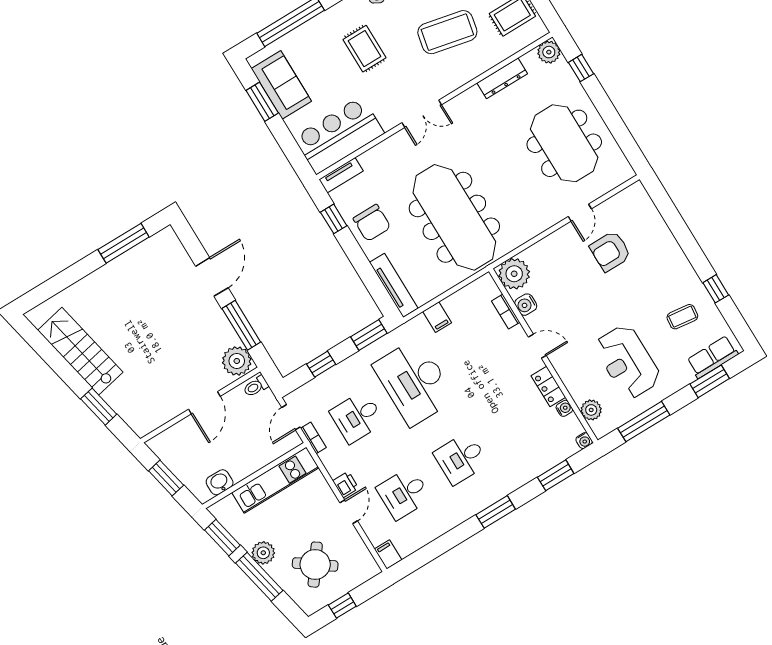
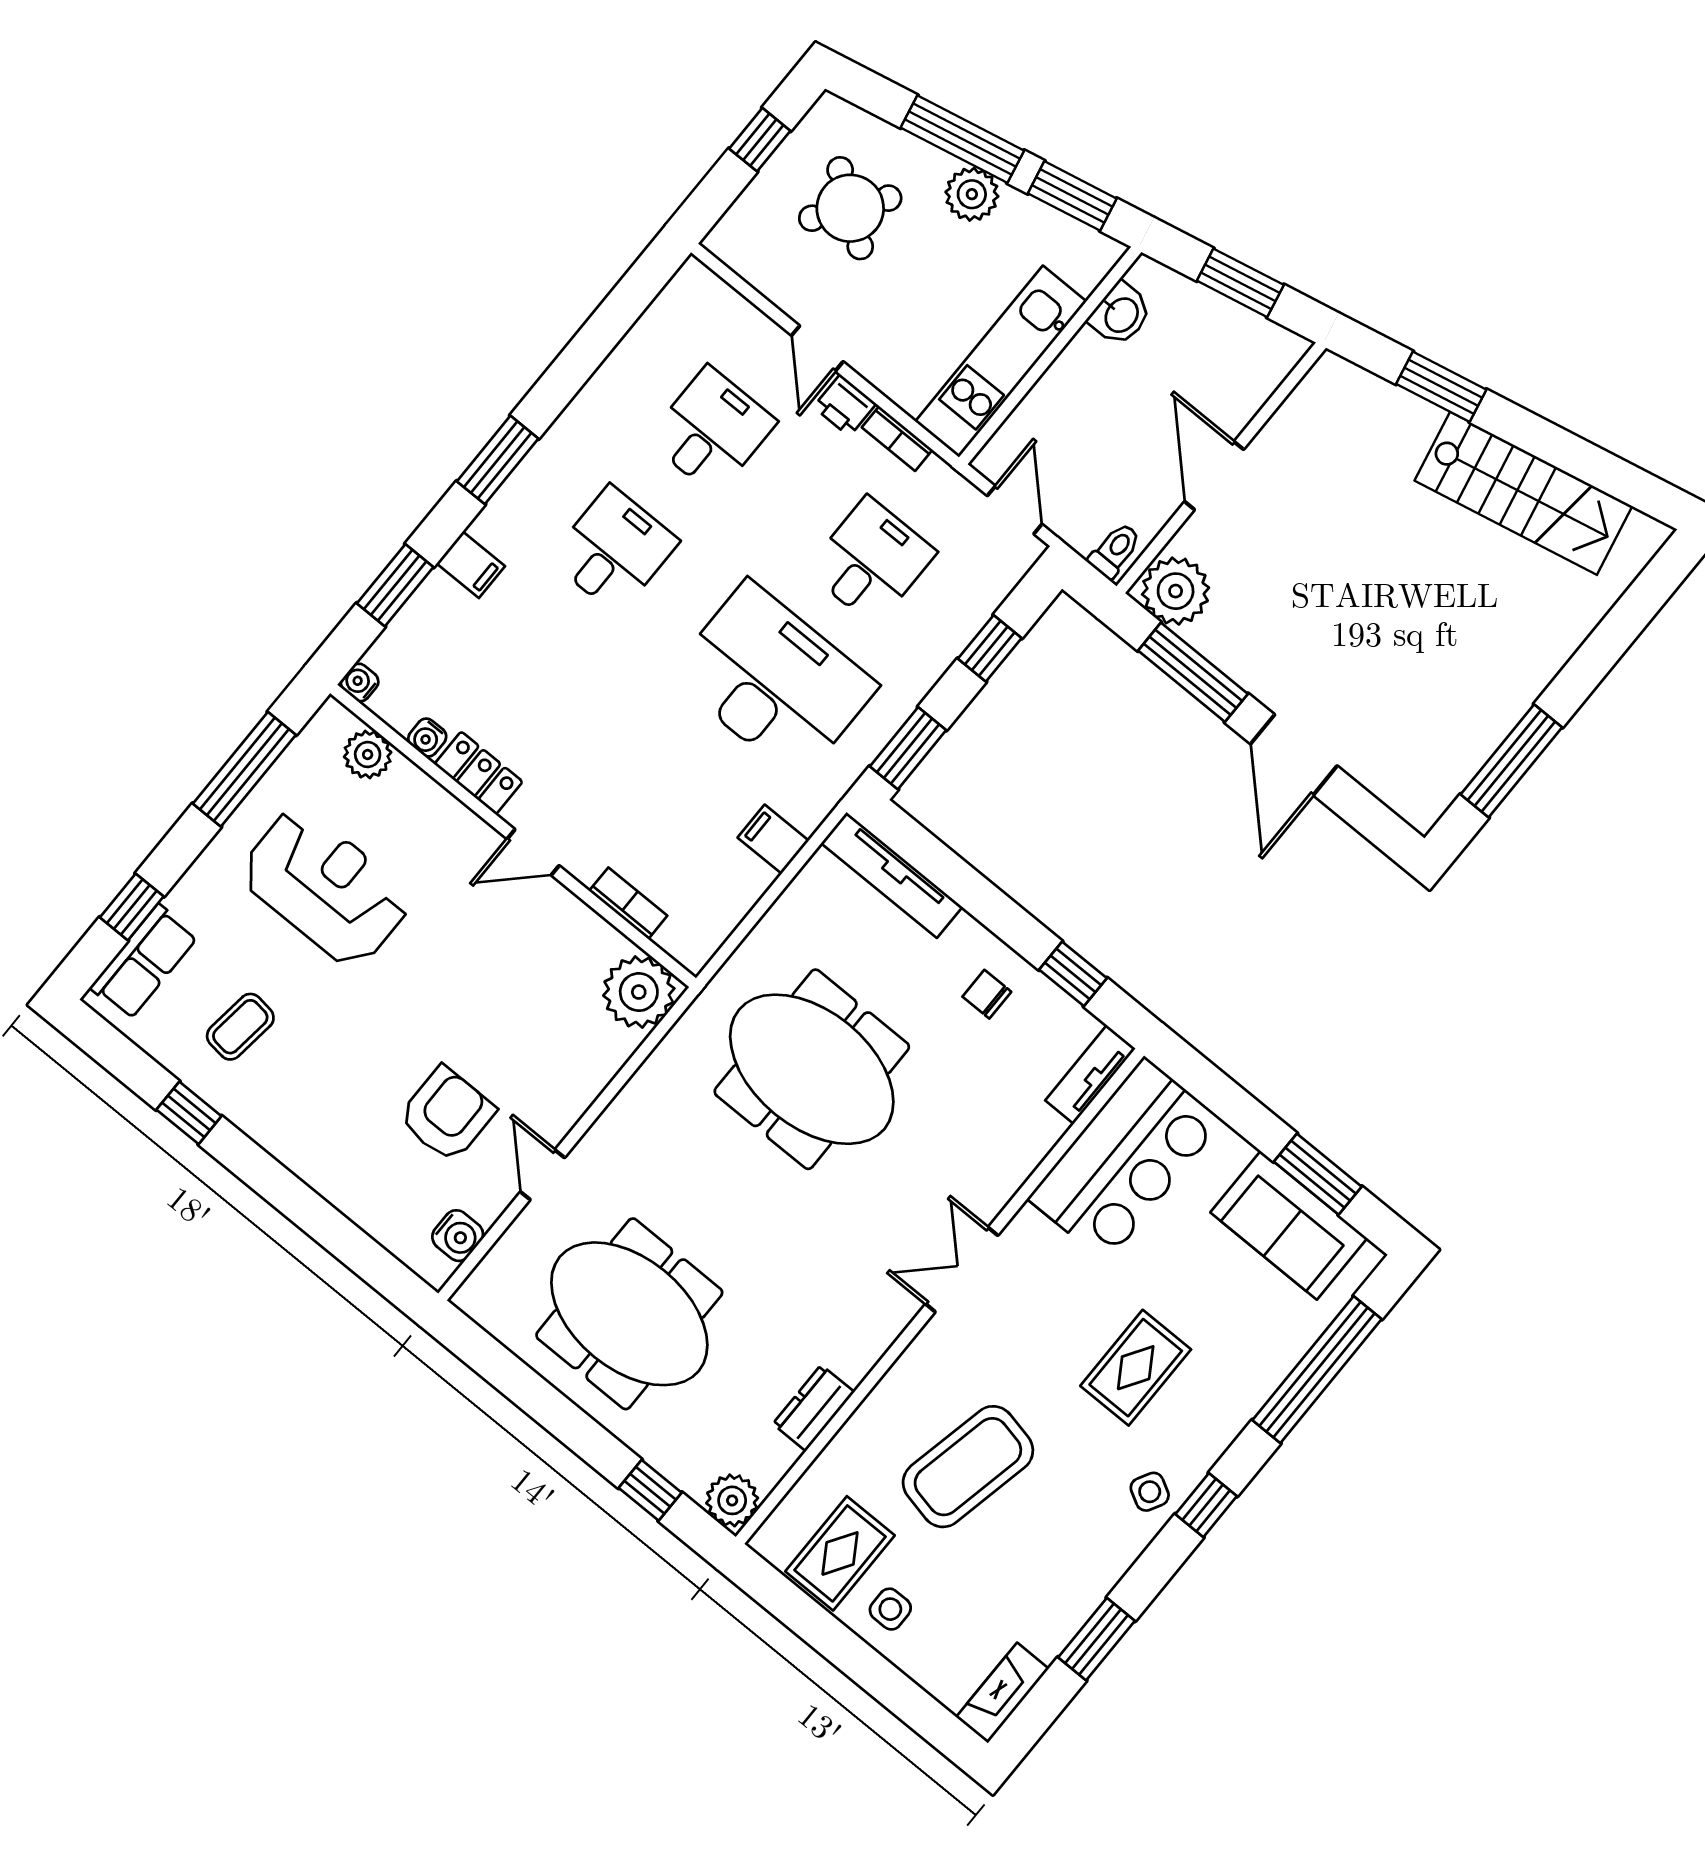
rug: (365, 49) -> (1136, 1368), turned 90
dresser: (502, 78) -> (814, 1408), width x0.70
meeting table: (454, 217) -> (812, 1069), width x0.73
chair: (372, 223) -> (987, 994), width x0.54, depth x0.54
water cooler: (526, 305) -> (458, 1236), moved, turned 90
window: (710, 381) -> (132, 907), width x0.67
bookcase: (313, 438) -> (897, 439), moved
filing cabinet: (388, 554) -> (471, 565), moved

